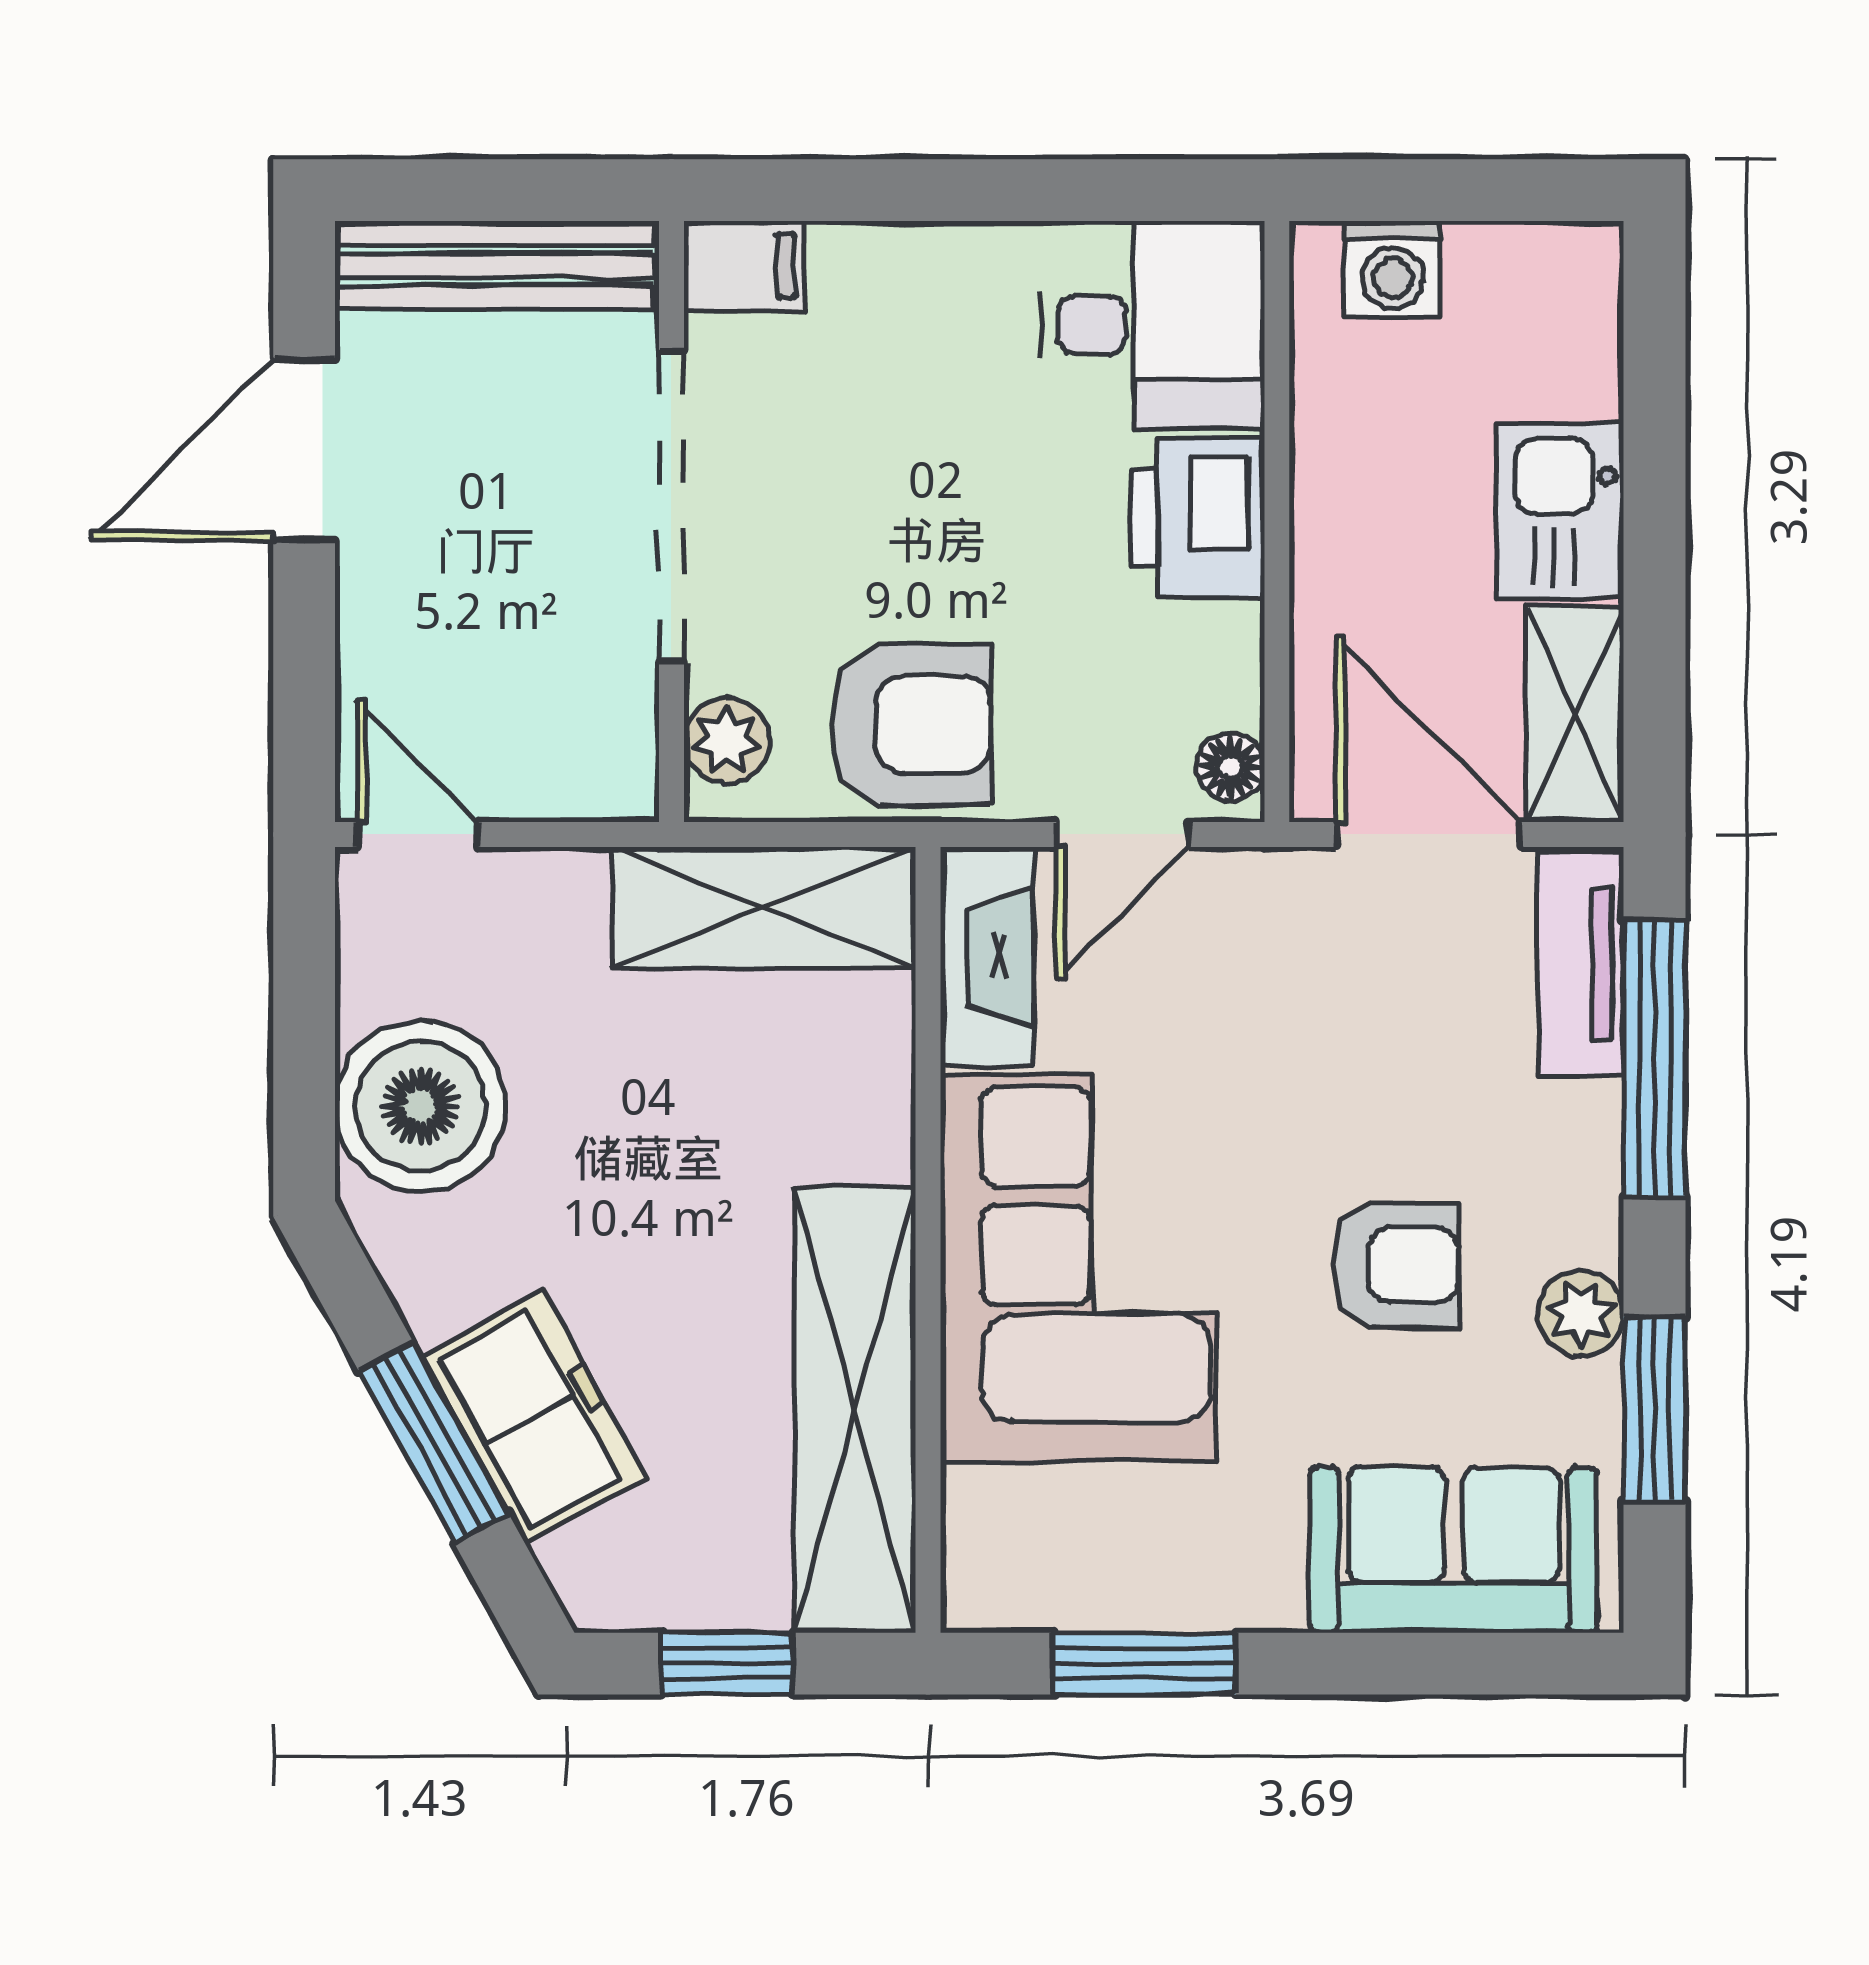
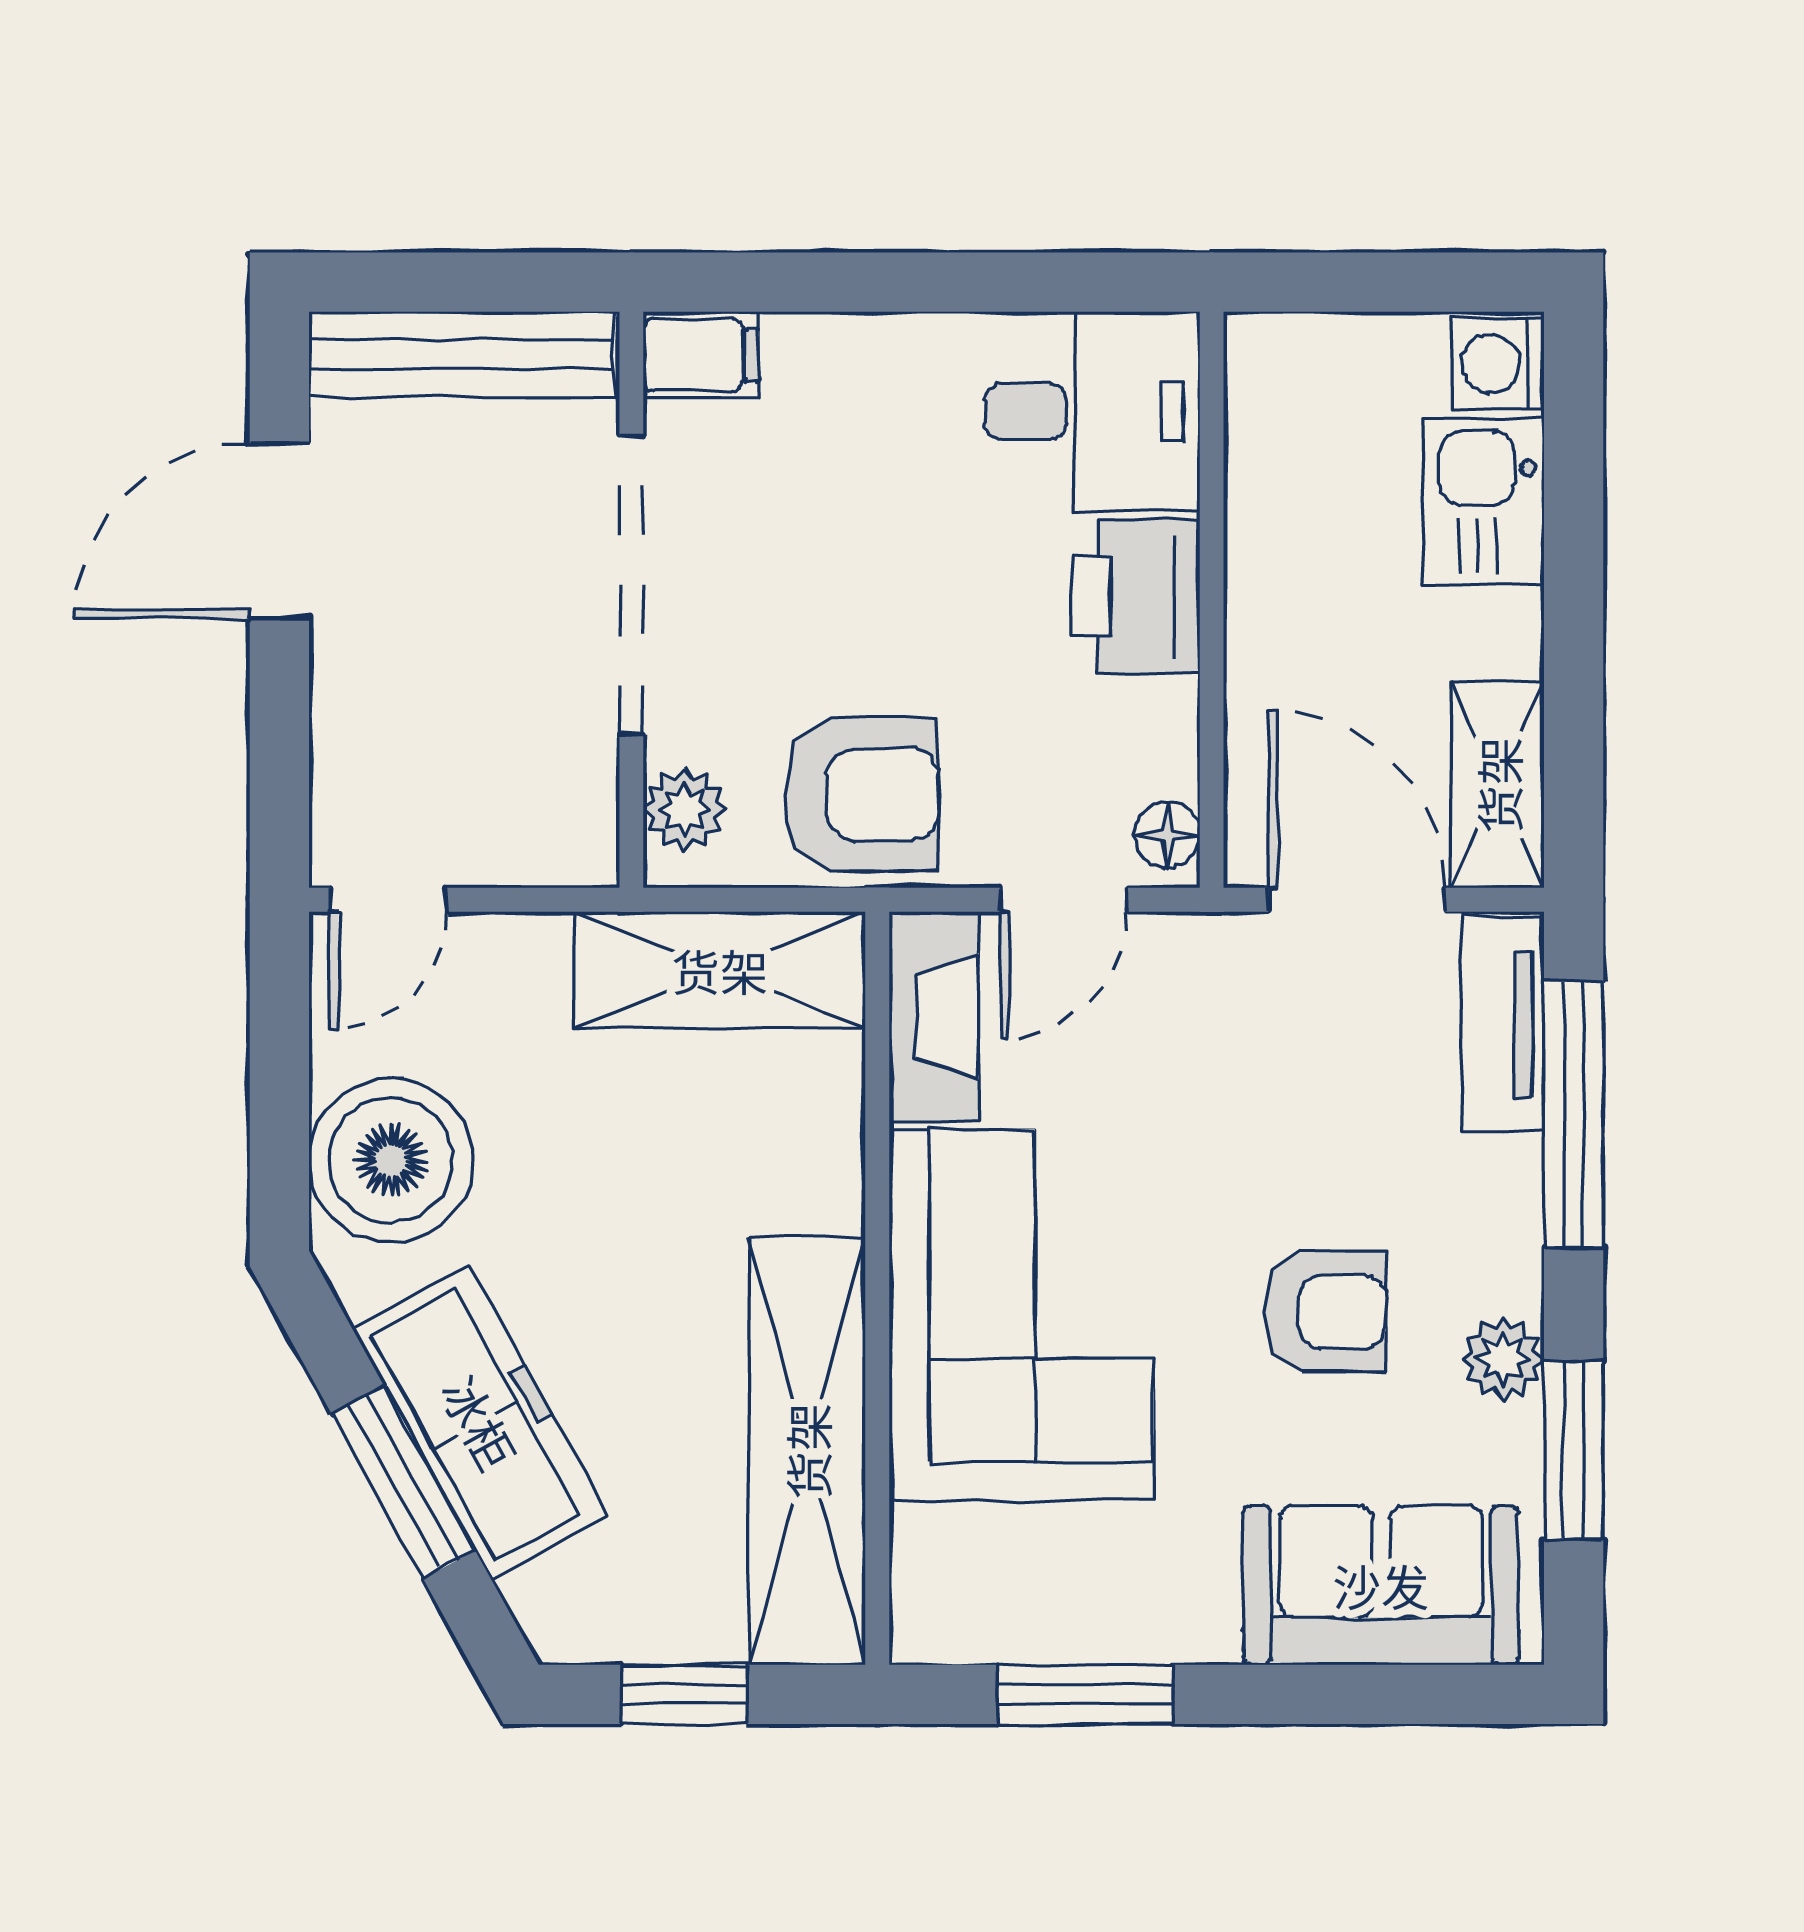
washing machine: (1393, 269) -> (1498, 364), moved, turned 90
kitchen sink: (1560, 511) -> (1483, 501), moved
door: (418, 834) -> (388, 900), swing flipped
freezer: (534, 1417) -> (480, 1422), width x1.40

